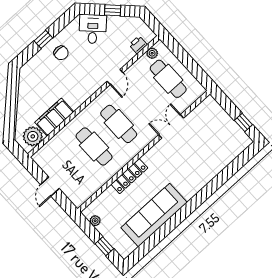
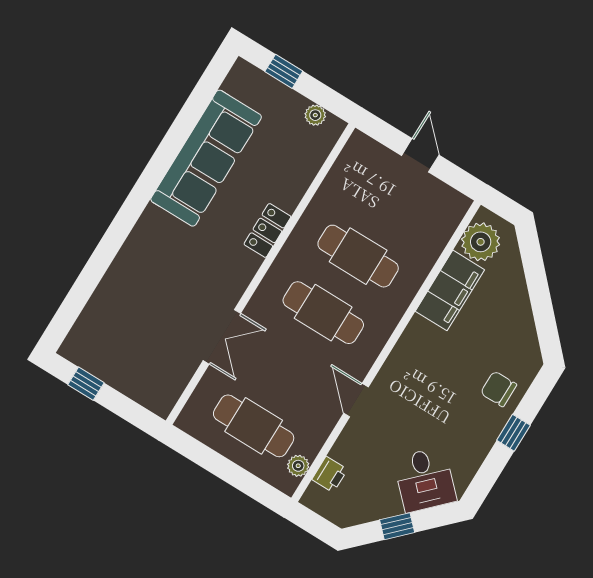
chair: (61, 53) -> (499, 389), moved
locker: (129, 176) -> (267, 230), width x0.66

